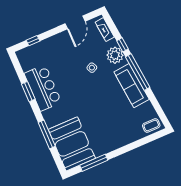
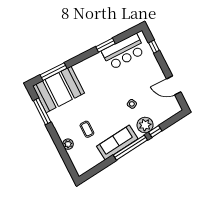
fireplace: (105, 30) -> (169, 114), removed
bar counter: (43, 88) -> (124, 52), moved
coffee table: (151, 125) -> (87, 129), moved
window: (47, 134) -> (54, 72), moved
plant: (130, 138) -> (68, 144), added

